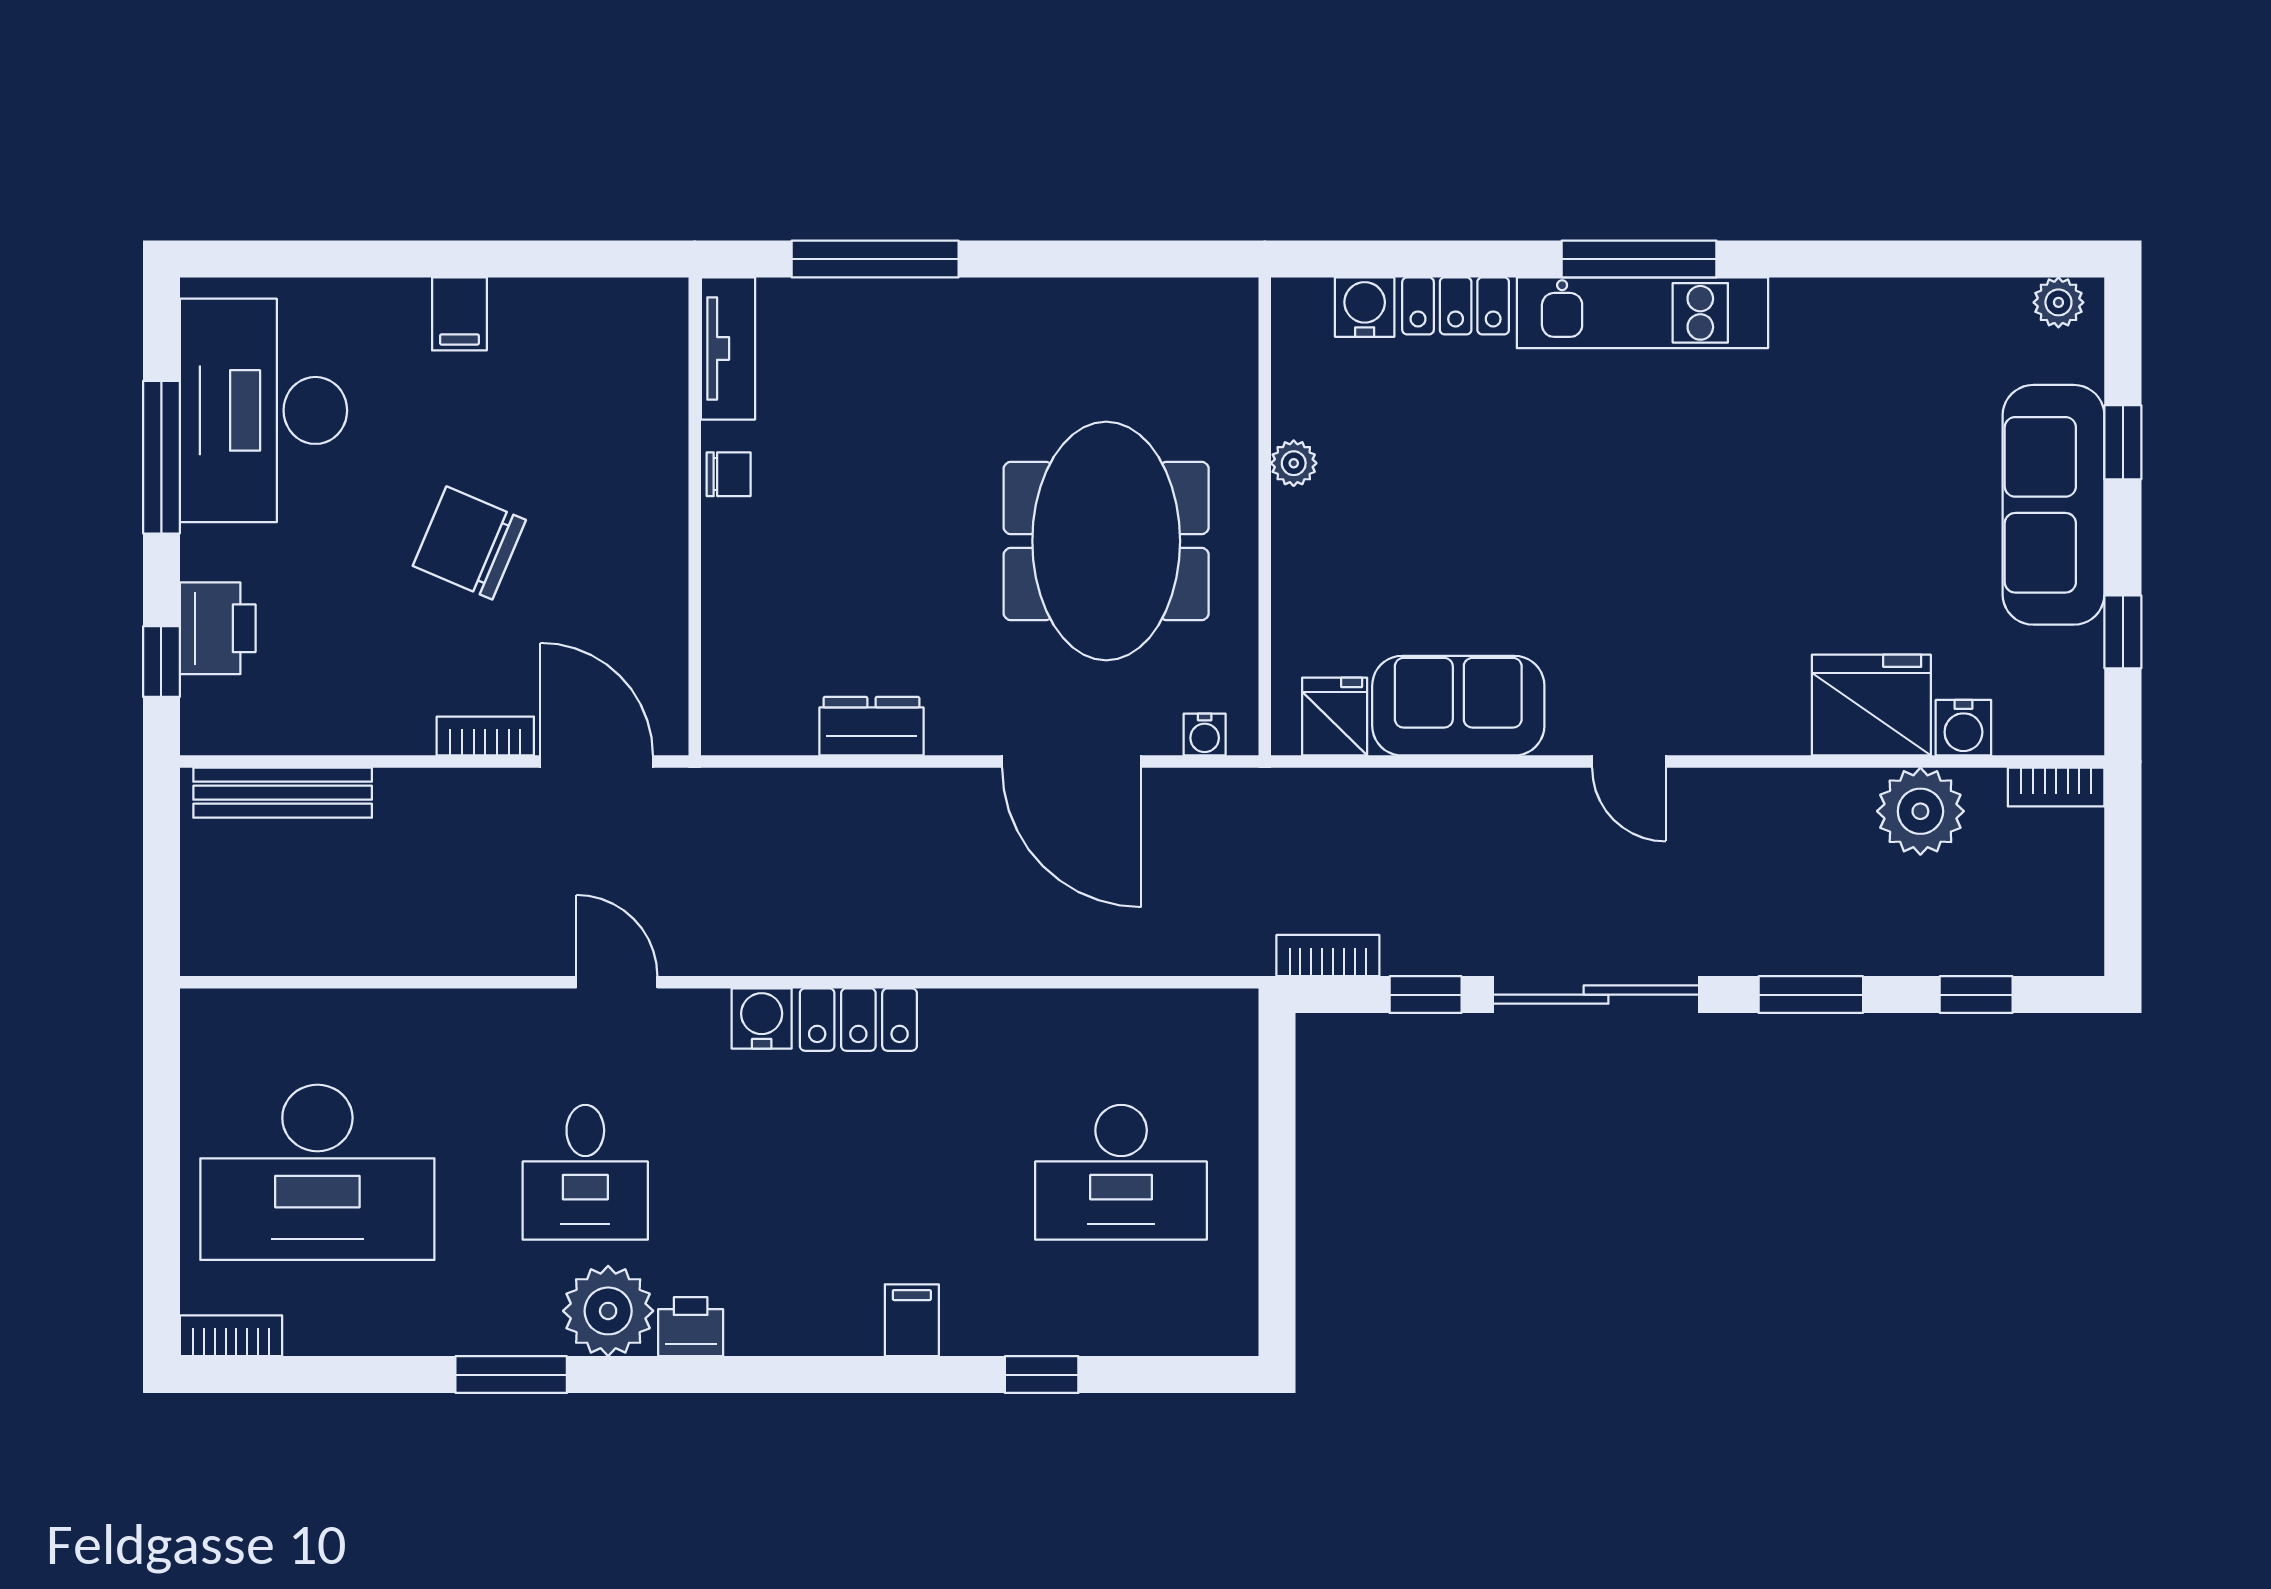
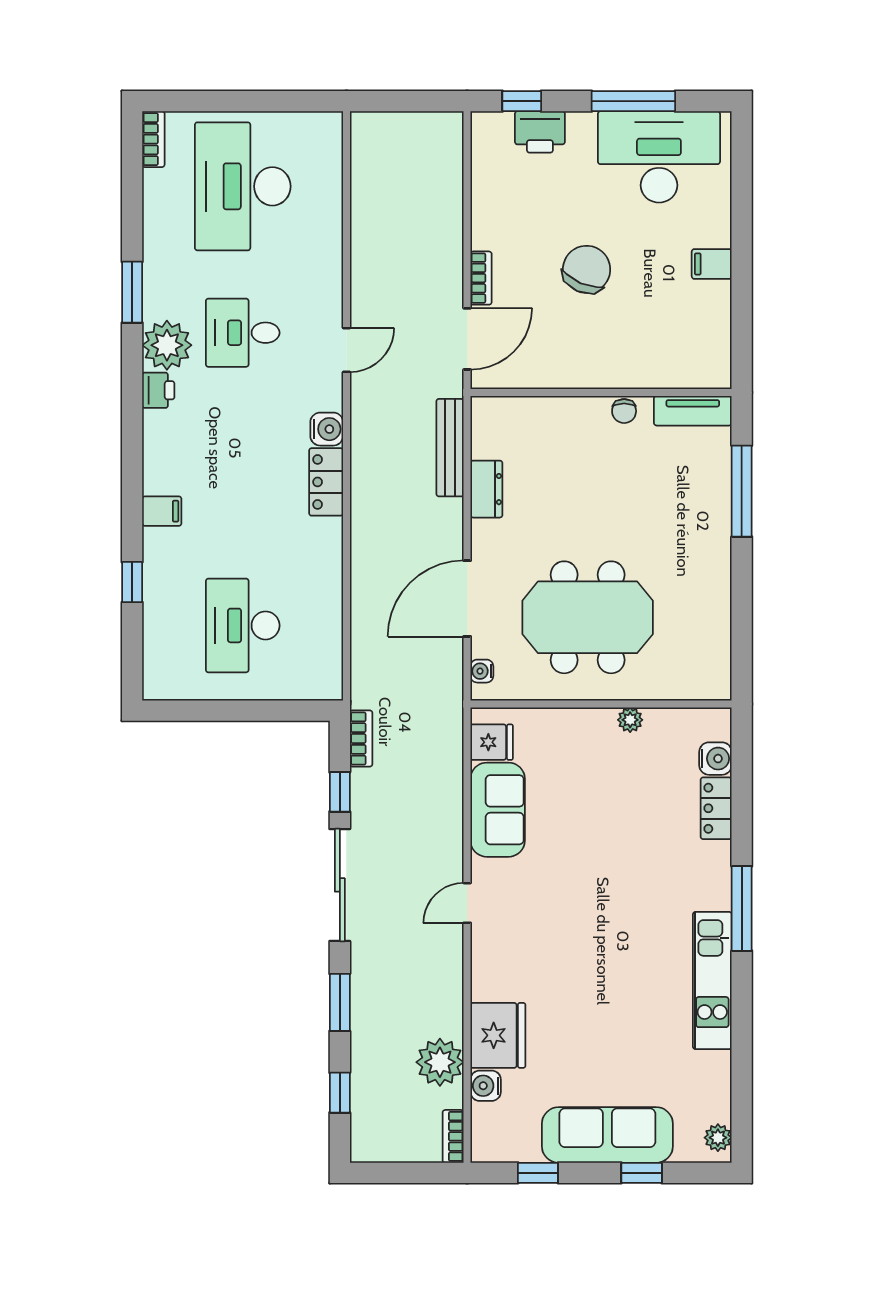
kitchen unit: (1642, 313) -> (712, 980), moved
bench: (283, 793) -> (450, 448), moved

